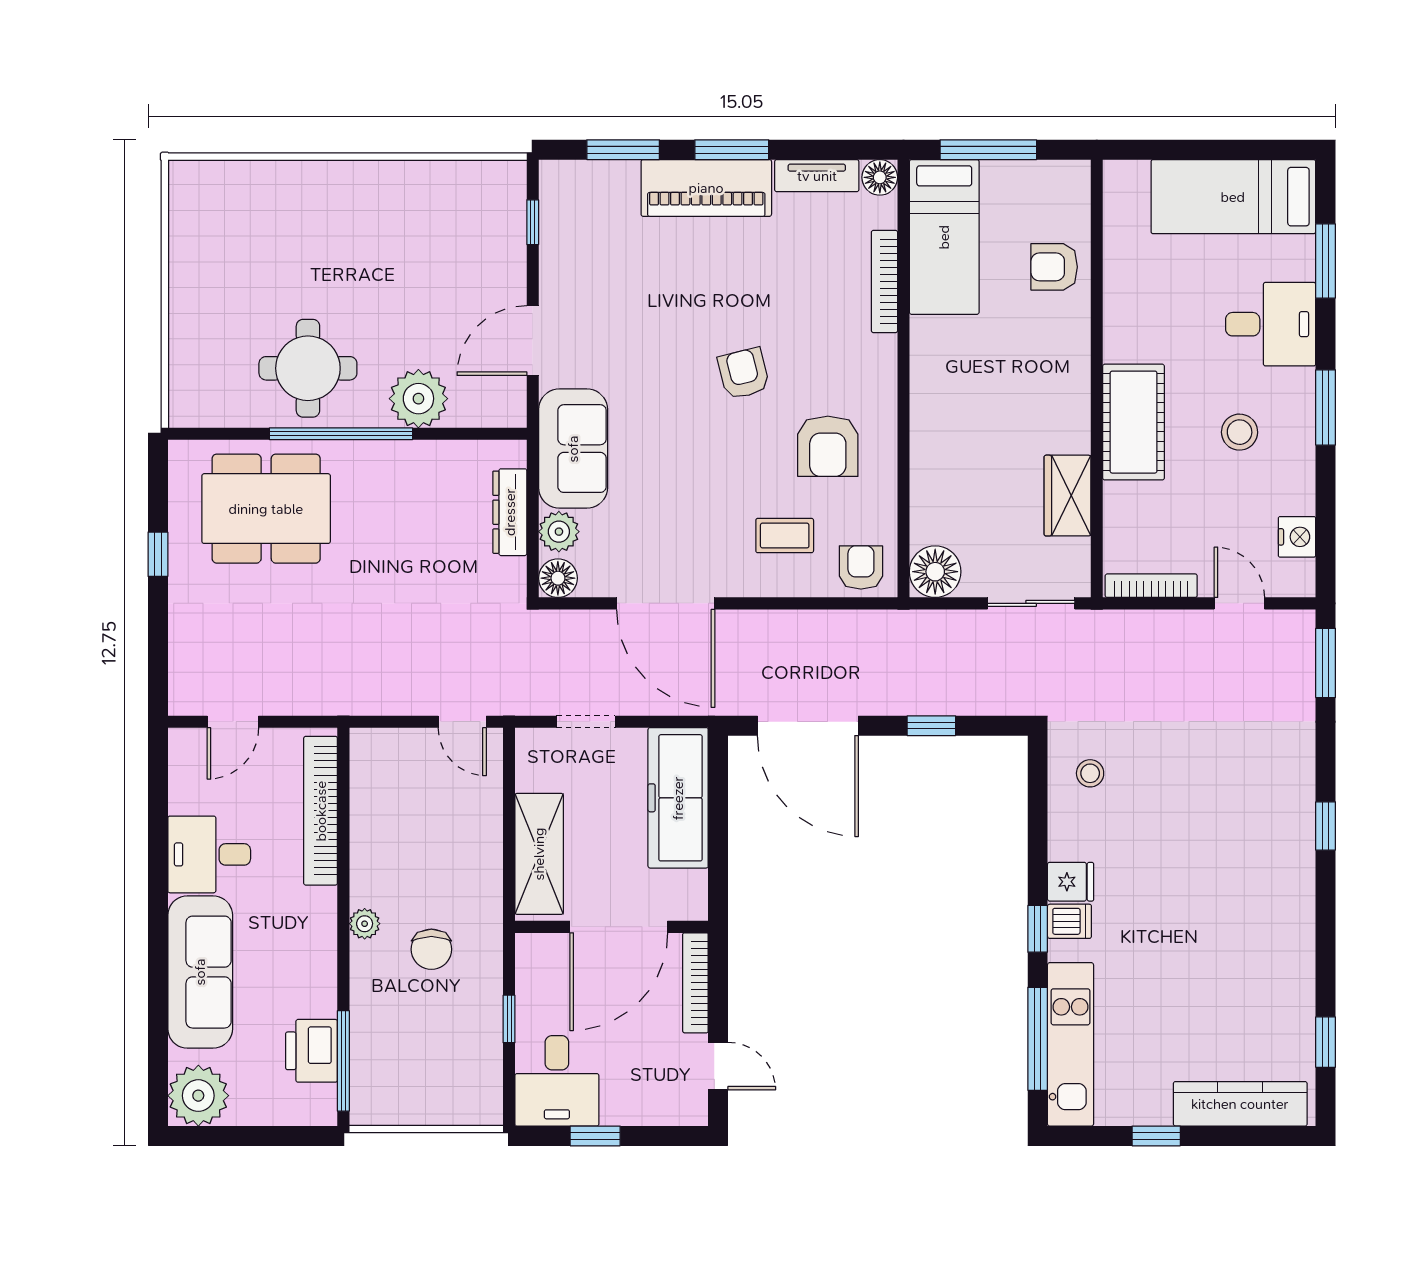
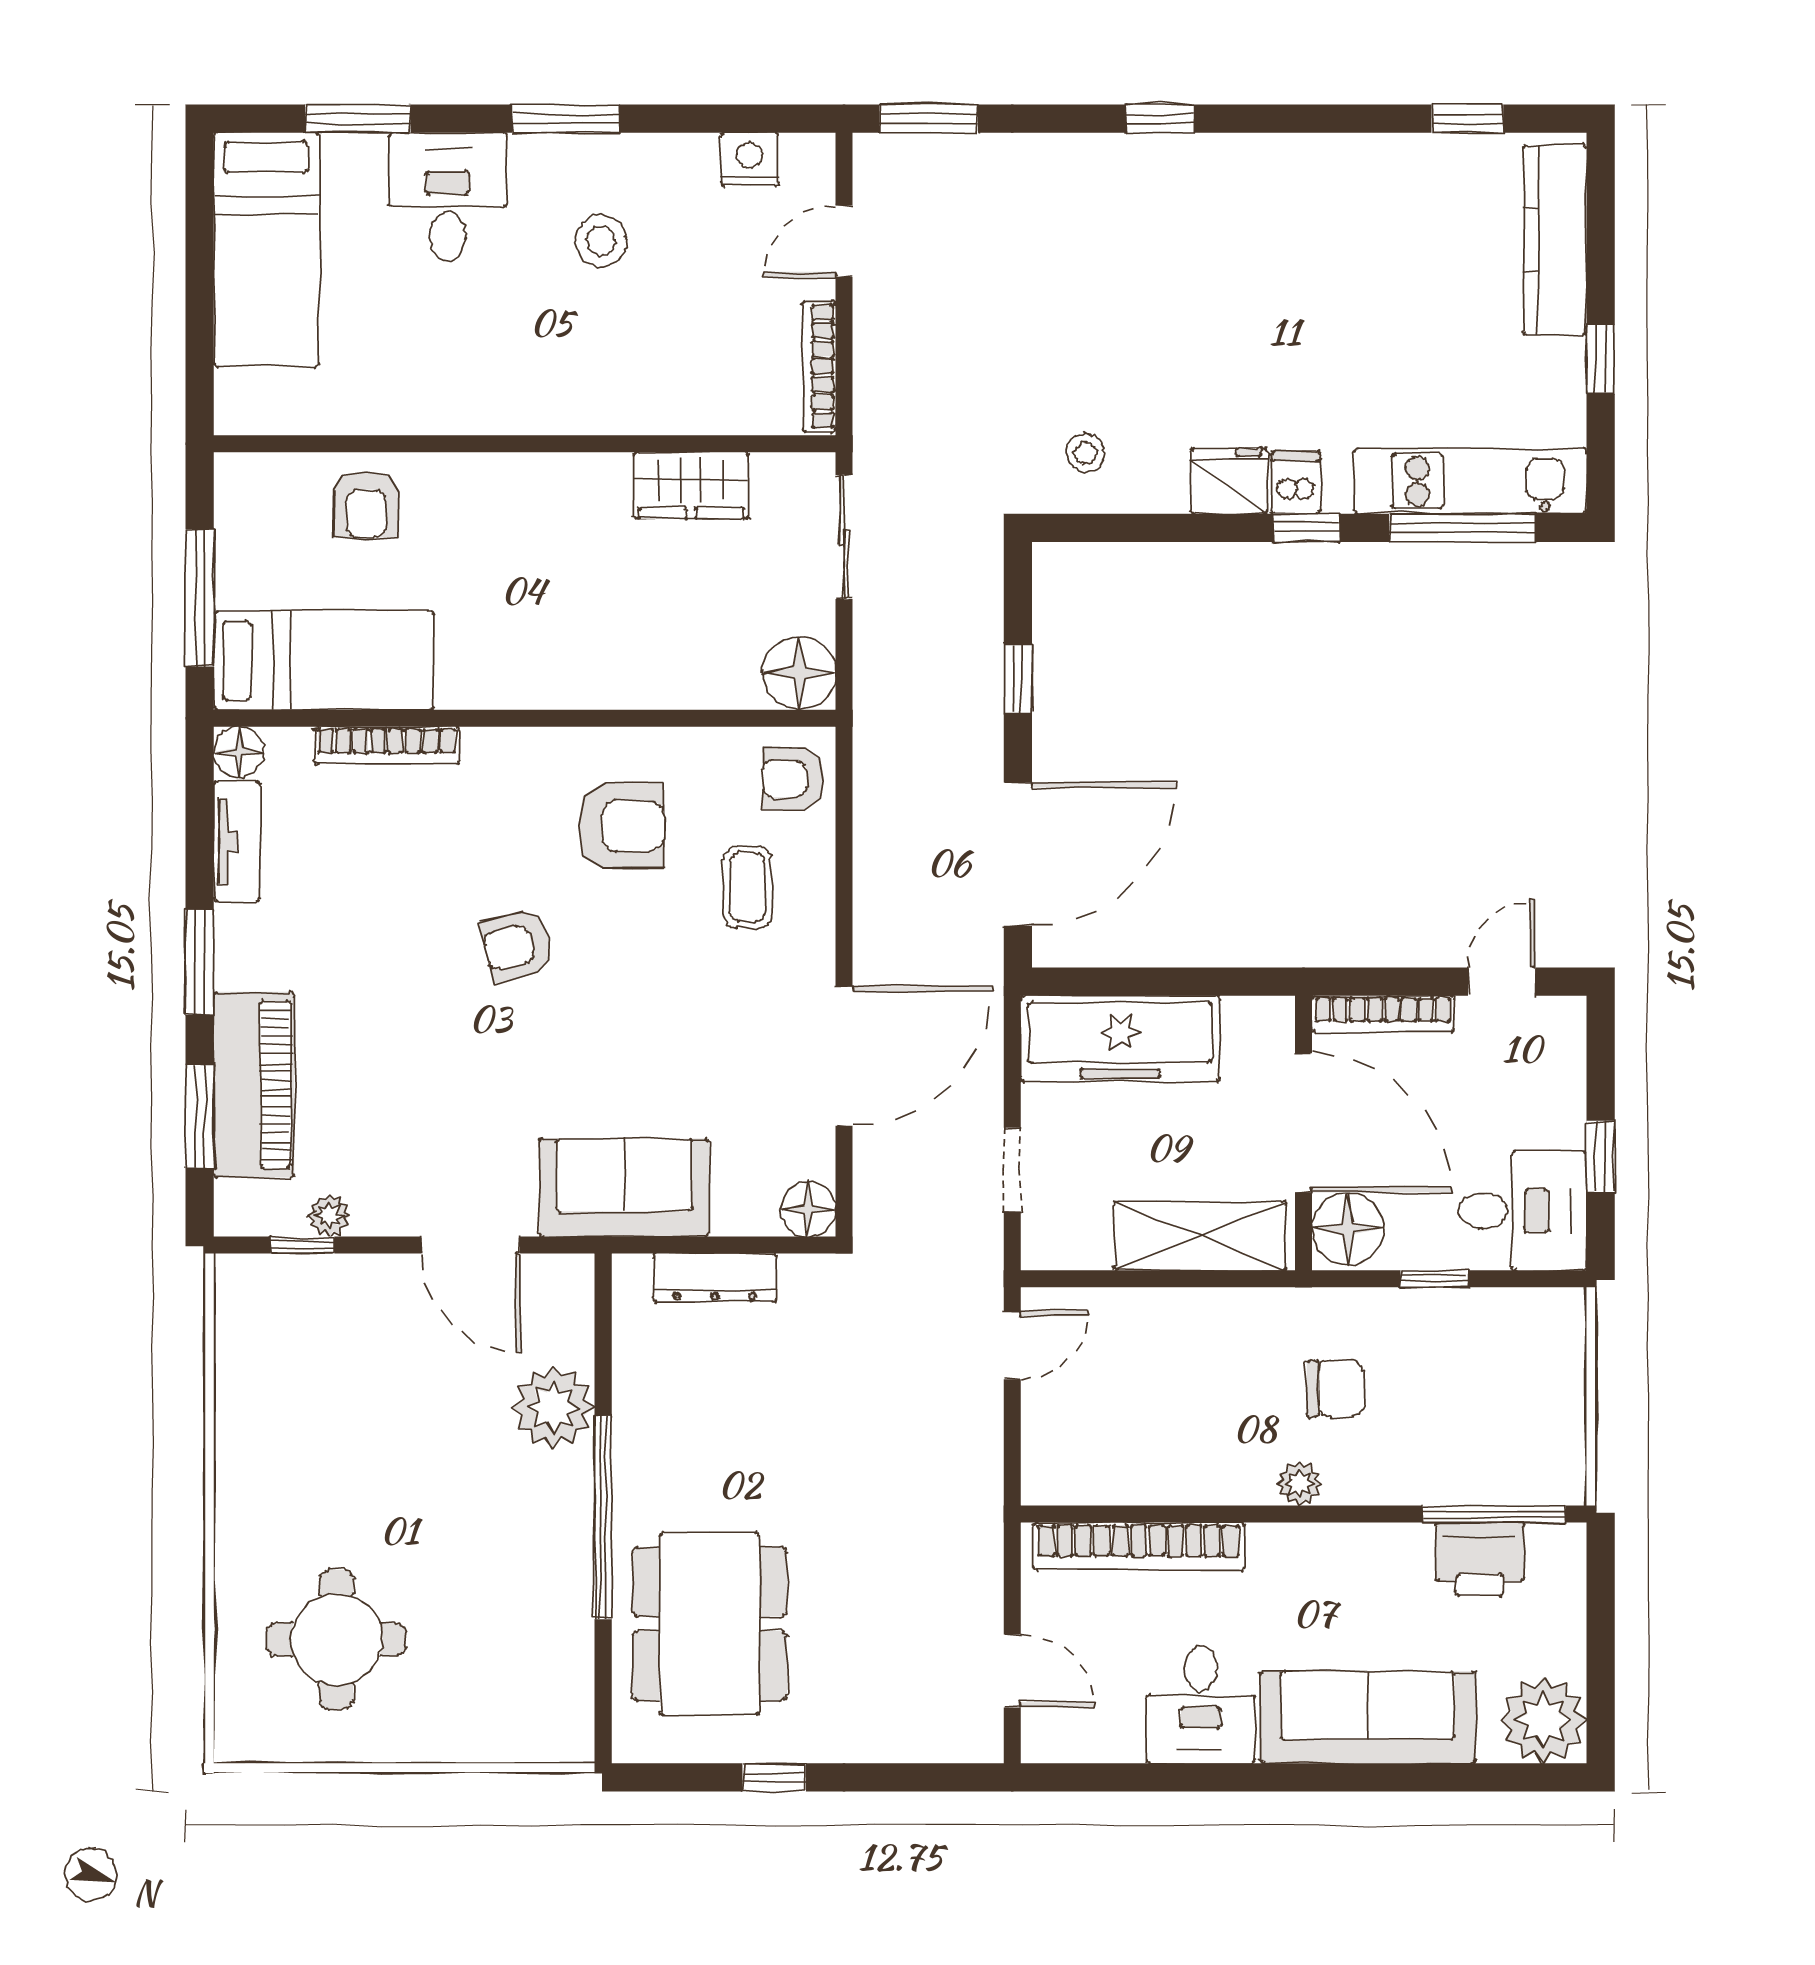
piano: (706, 188) -> (254, 1085), moved
round table: (308, 368) -> (336, 1639), moved
cot: (1134, 422) -> (587, 392), removed
plant: (559, 532) -> (329, 1216), moved, width x0.73, depth x0.73
fridge: (1071, 882) -> (1229, 481), width x1.38
floor lamp: (544, 958) -> (1348, 1229), added

